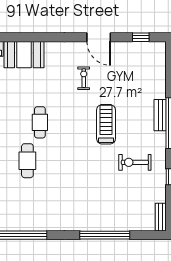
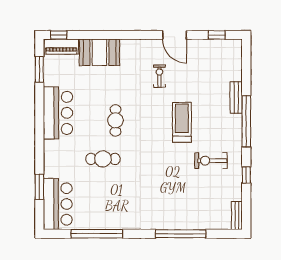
bench: (160, 115) -> (236, 98), moved
cafe table: (27, 161) -> (103, 159), turned 90

